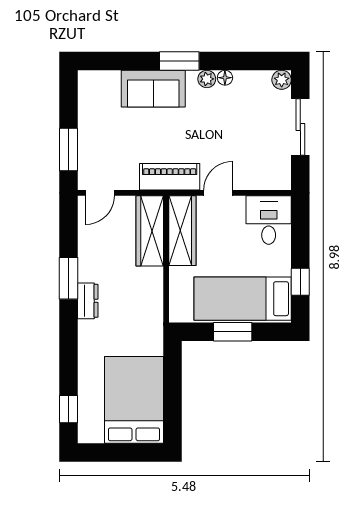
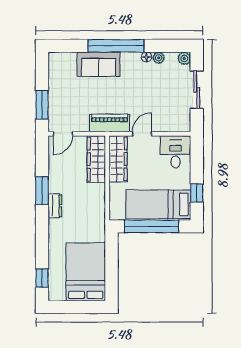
window: (179, 61) -> (116, 46), width x2.11
plant: (207, 79) -> (159, 58), moved
window: (233, 332) -> (152, 226), width x2.11

